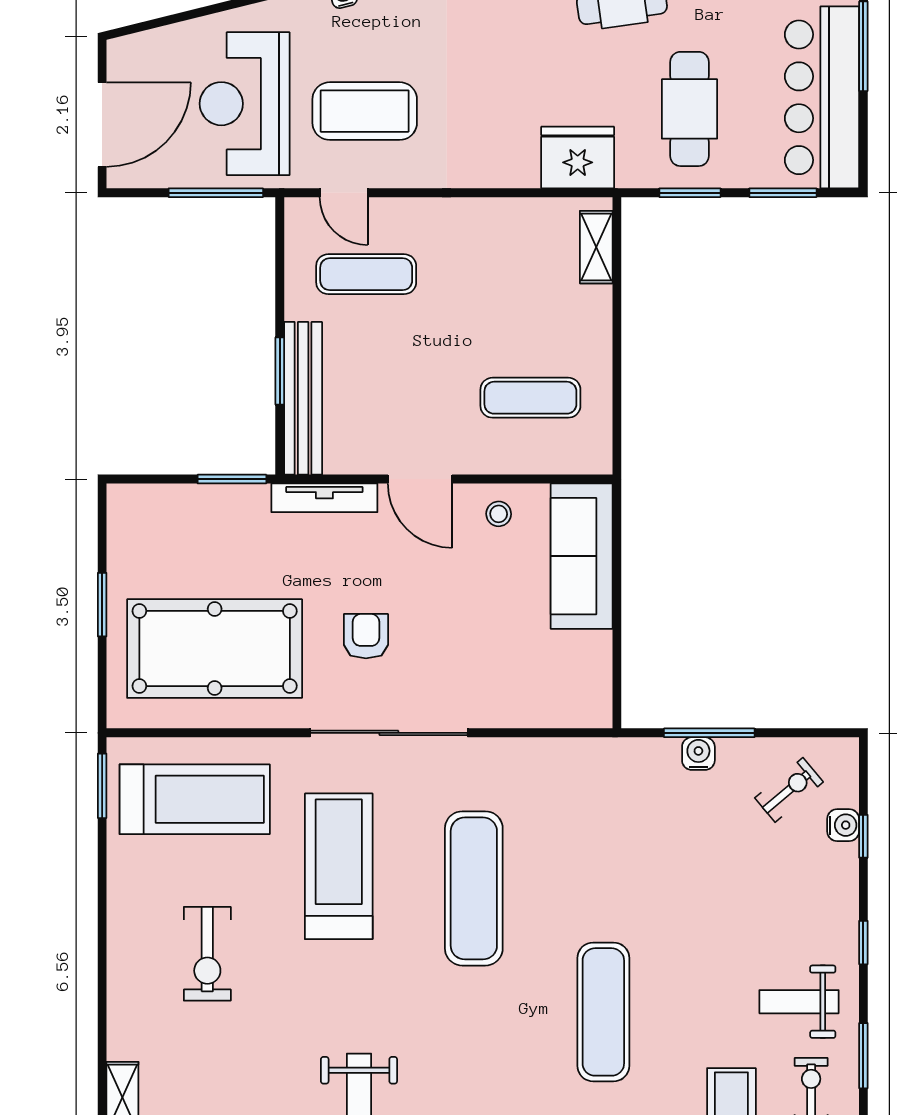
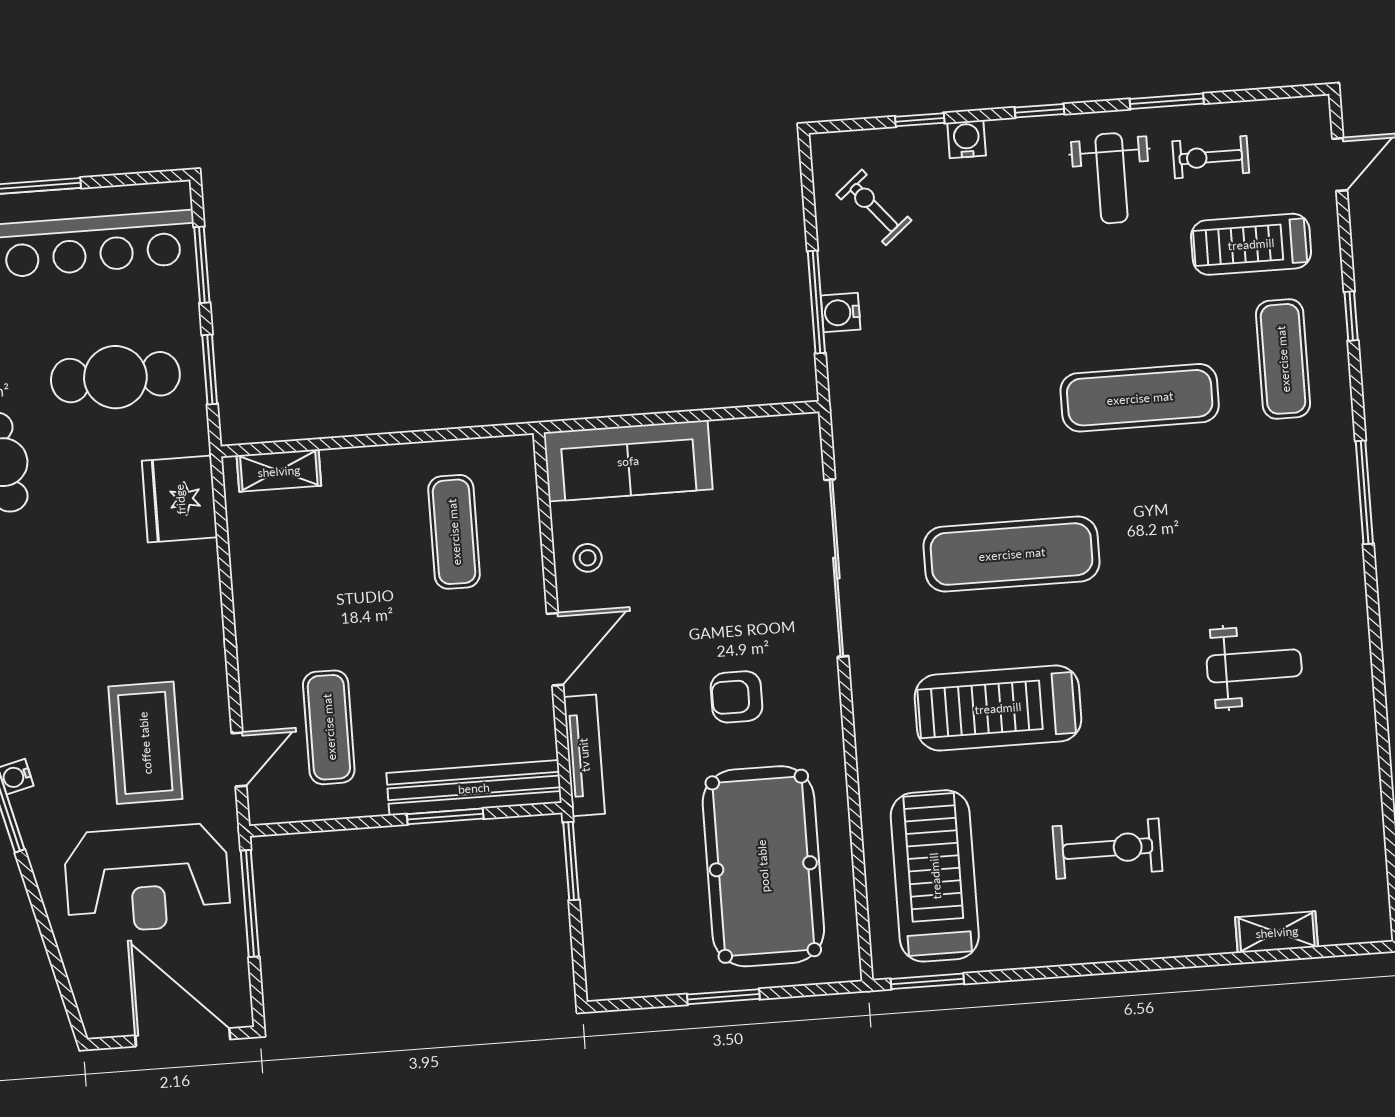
sliding door: (389, 733) -> (836, 568), moved
water cooler: (843, 825) -> (967, 139), moved

